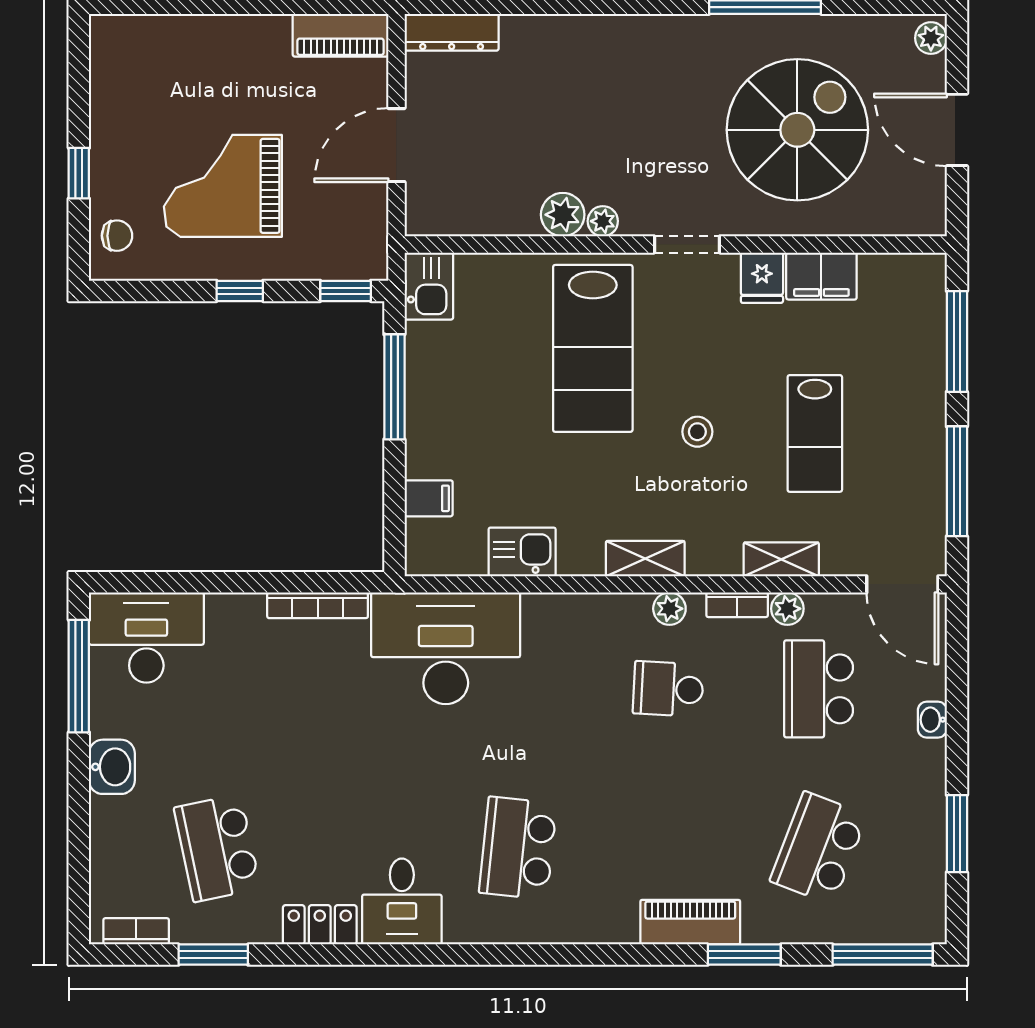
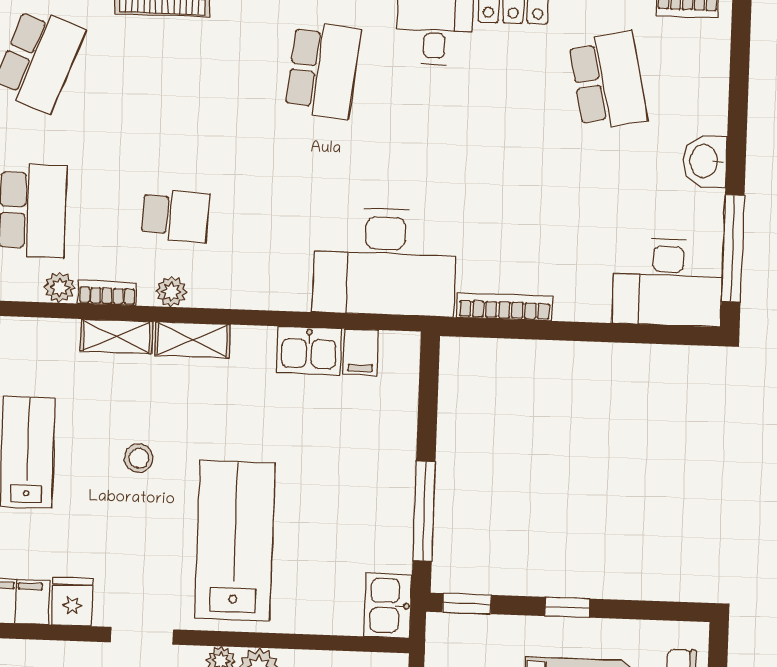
filing cabinet: (429, 498) -> (361, 352), moved, turned -90
shelving: (781, 559) -> (116, 336), moved

